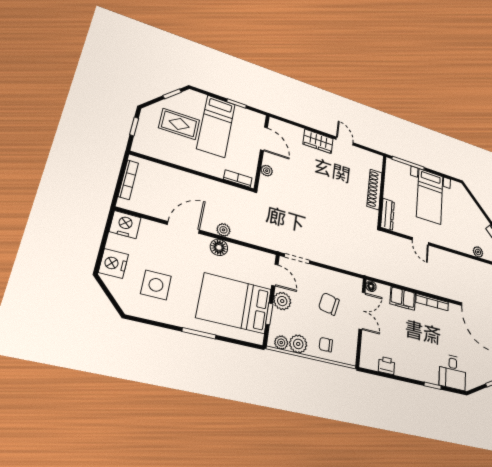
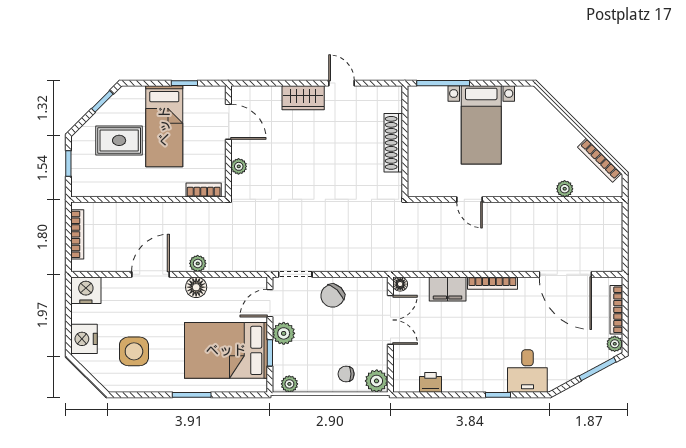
dresser: (388, 214) -> (416, 174), removed
door: (275, 275) -> (270, 303), swing flipped
chair: (329, 304) -> (333, 296), moved, turned -58
plant: (298, 344) -> (377, 381), moved

